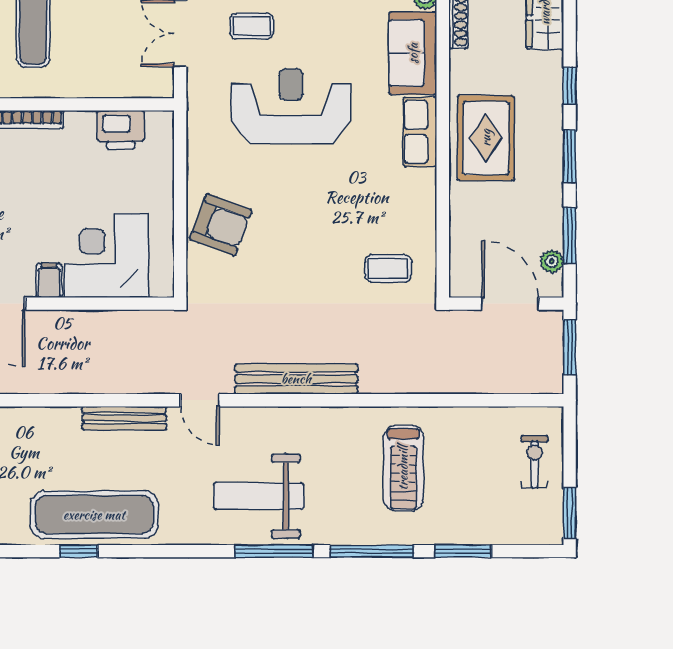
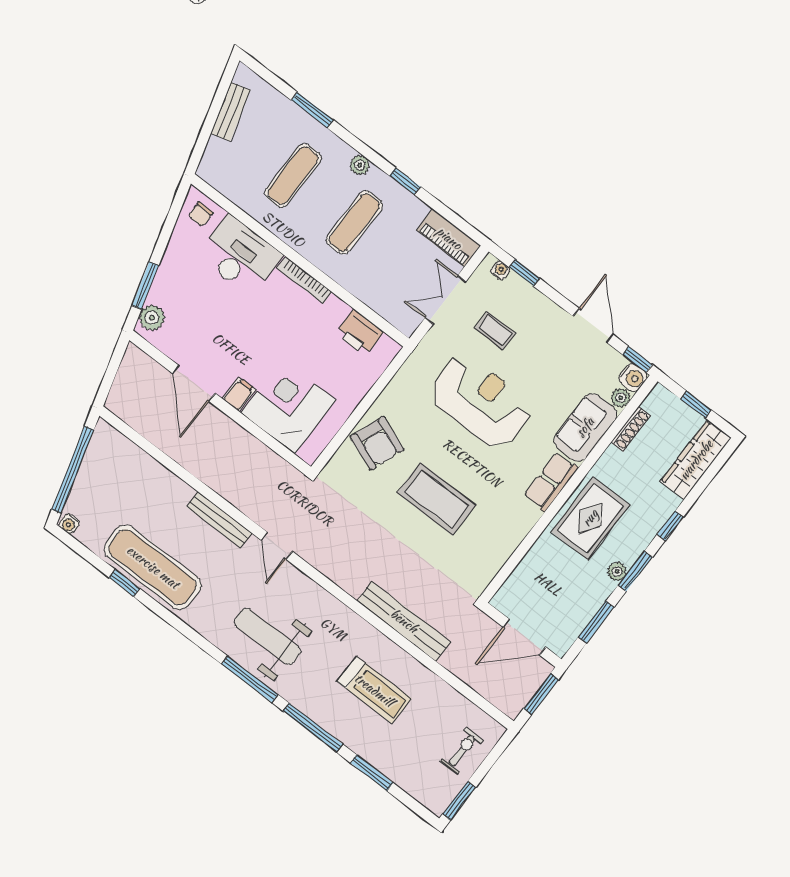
plant: (552, 261) -> (617, 571), moved
coffee table: (388, 268) -> (436, 499), moved, width x1.86, depth x1.72
door: (510, 304) -> (524, 637), swing flipped
bench: (296, 379) -> (404, 621), moved
treadmill: (403, 468) -> (374, 690), turned -90

